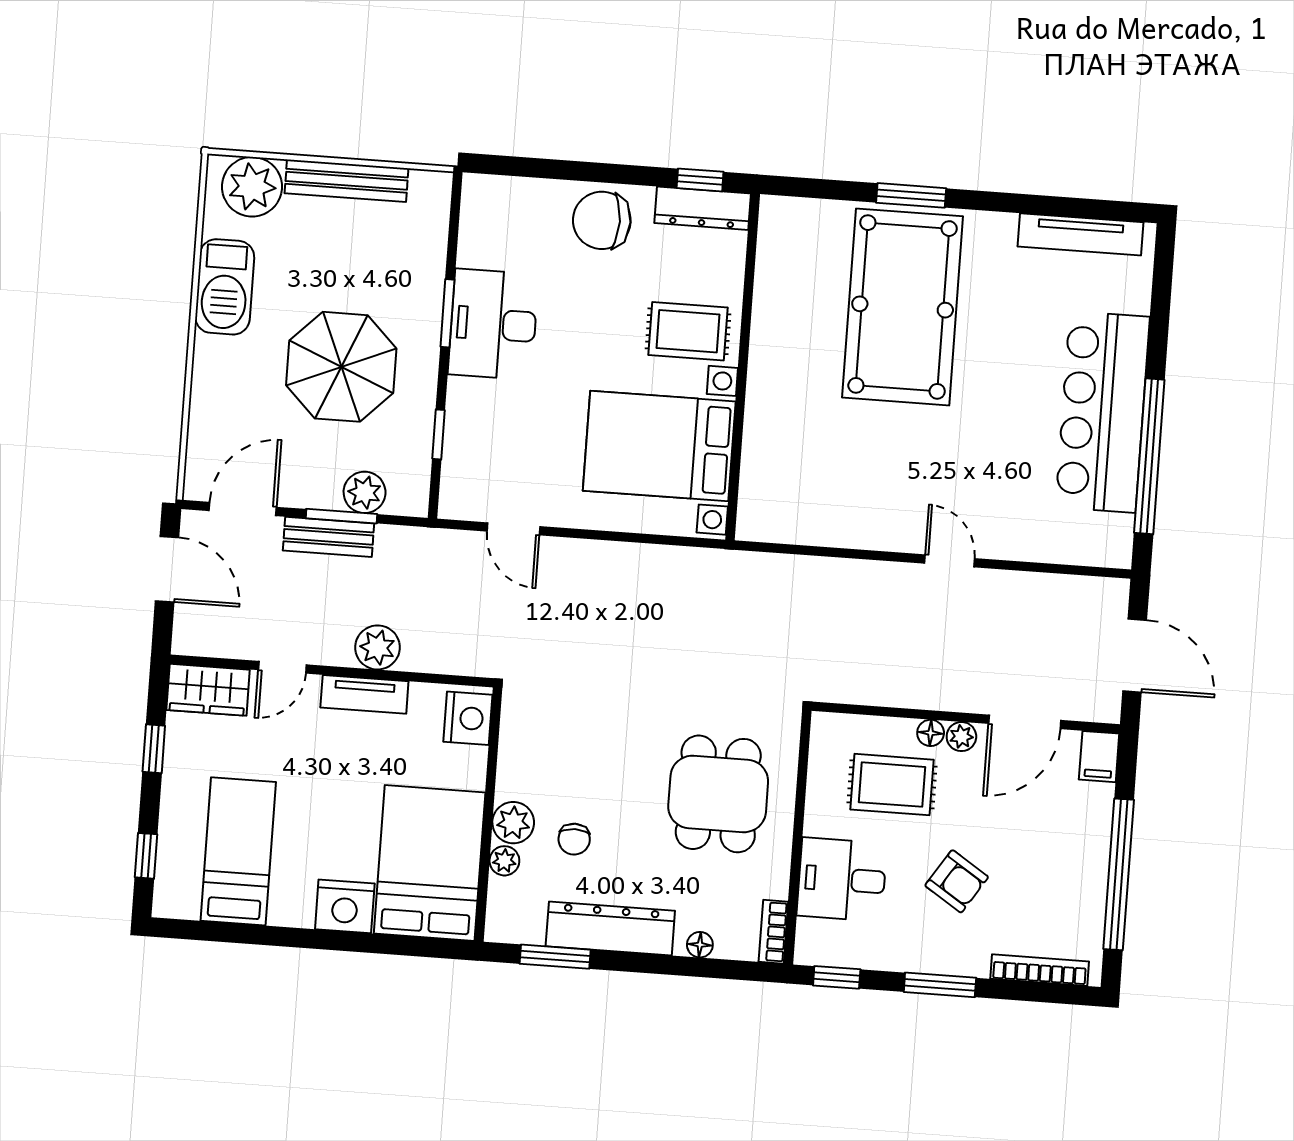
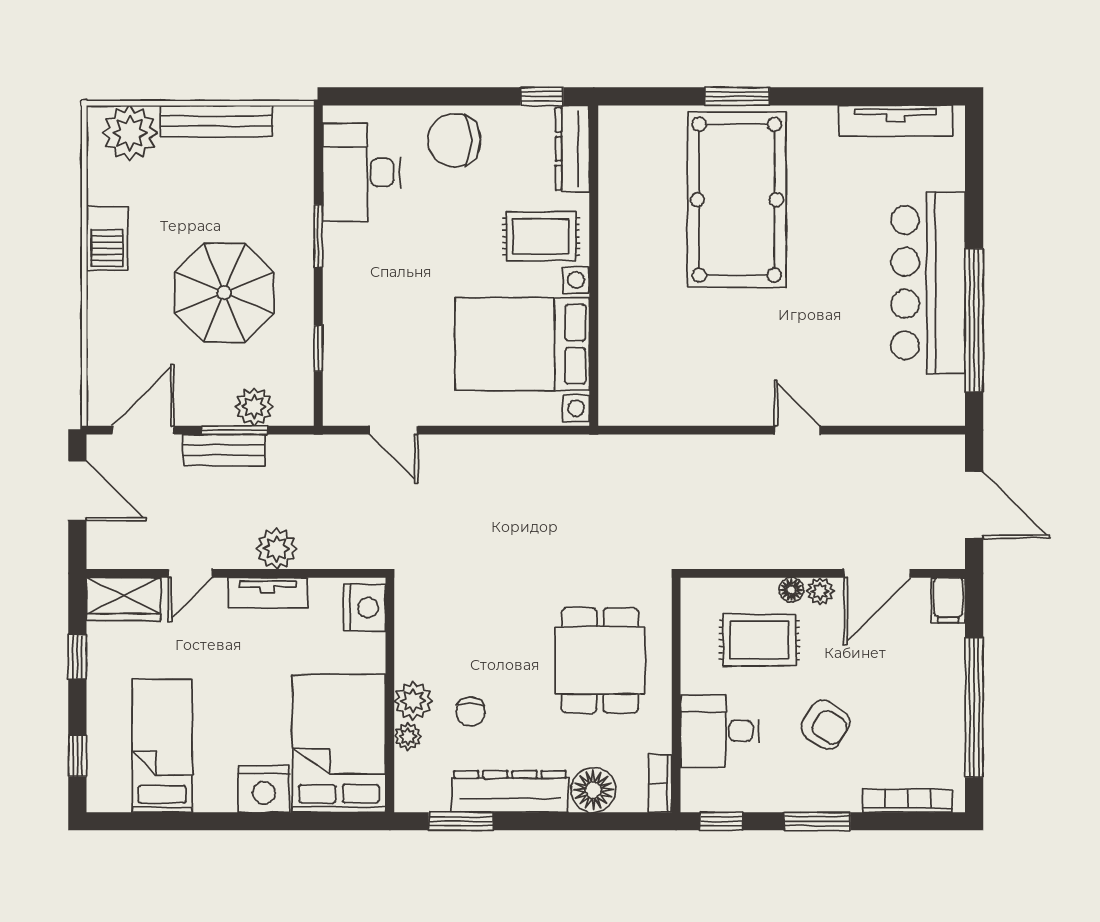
dresser: (703, 208) -> (572, 149), moved, turned 90
barbecue: (225, 287) -> (107, 239), width x0.73, depth x0.83
desk: (493, 324) -> (361, 172), moved
floor lamp: (700, 945) -> (593, 790), width x1.89, depth x1.89

